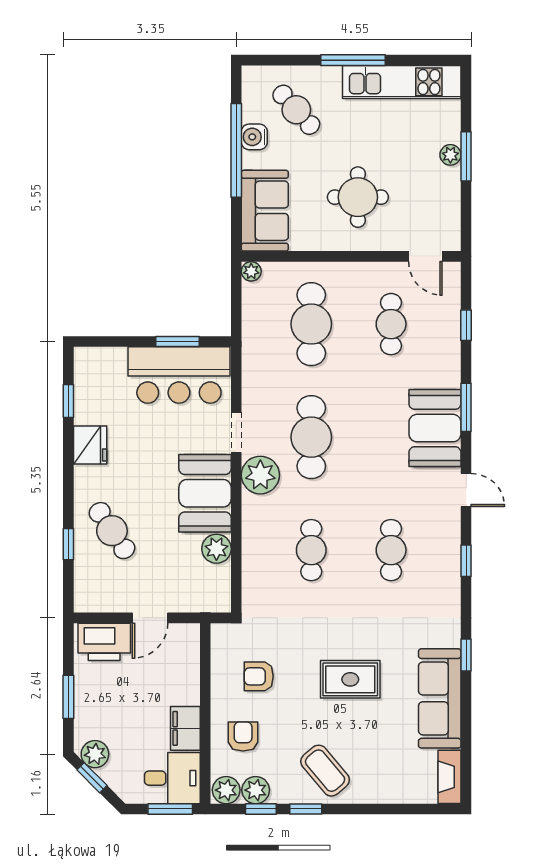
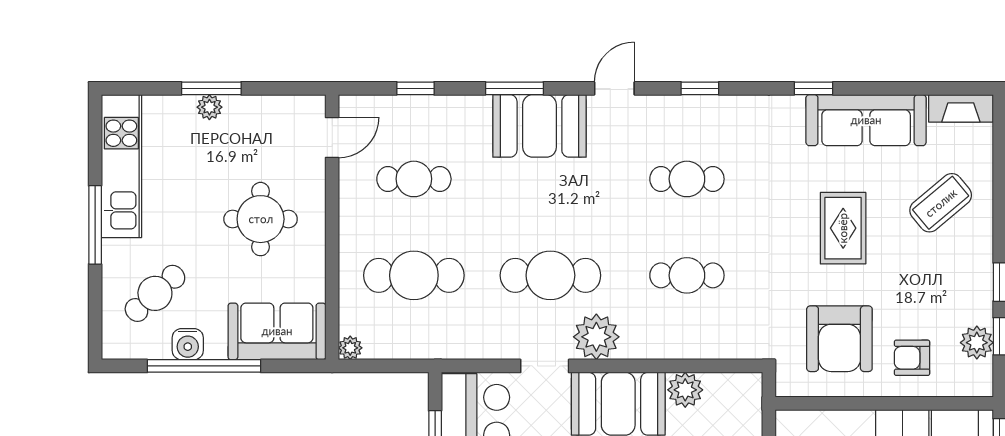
armchair: (259, 676) -> (839, 339), width x1.88, depth x1.88
coffee table: (325, 771) -> (941, 203), moved
plant: (226, 790) -> (977, 378), removed

